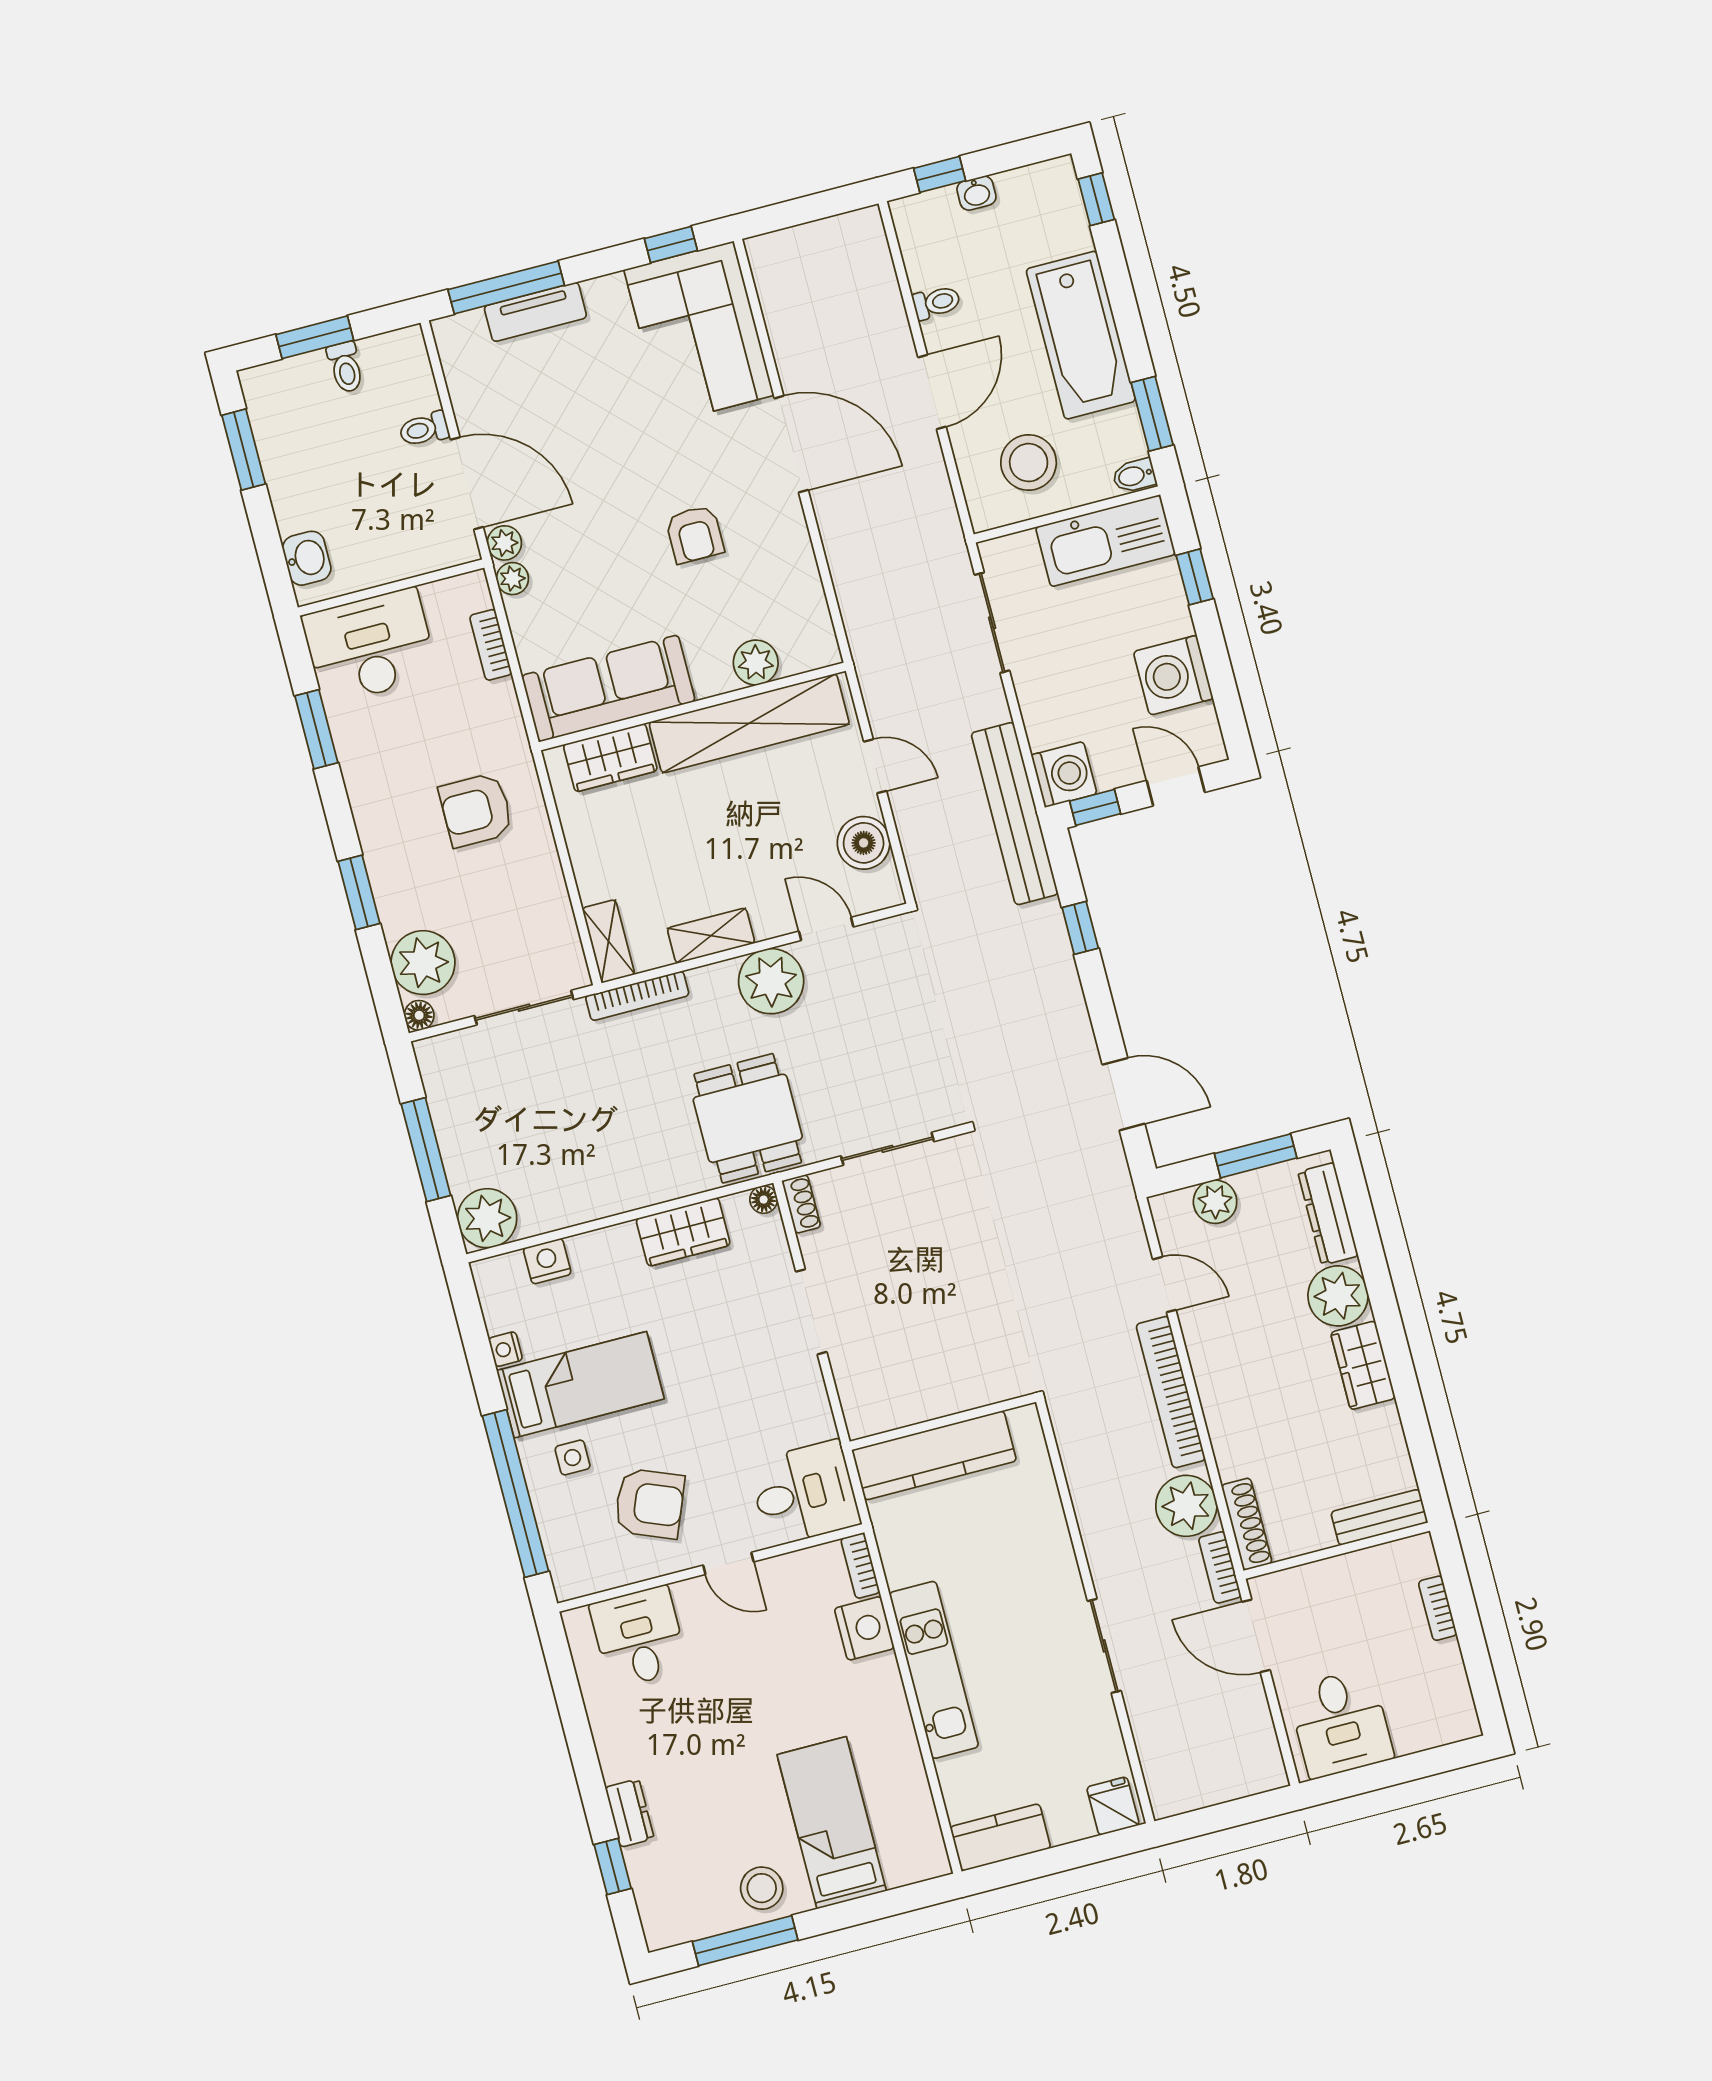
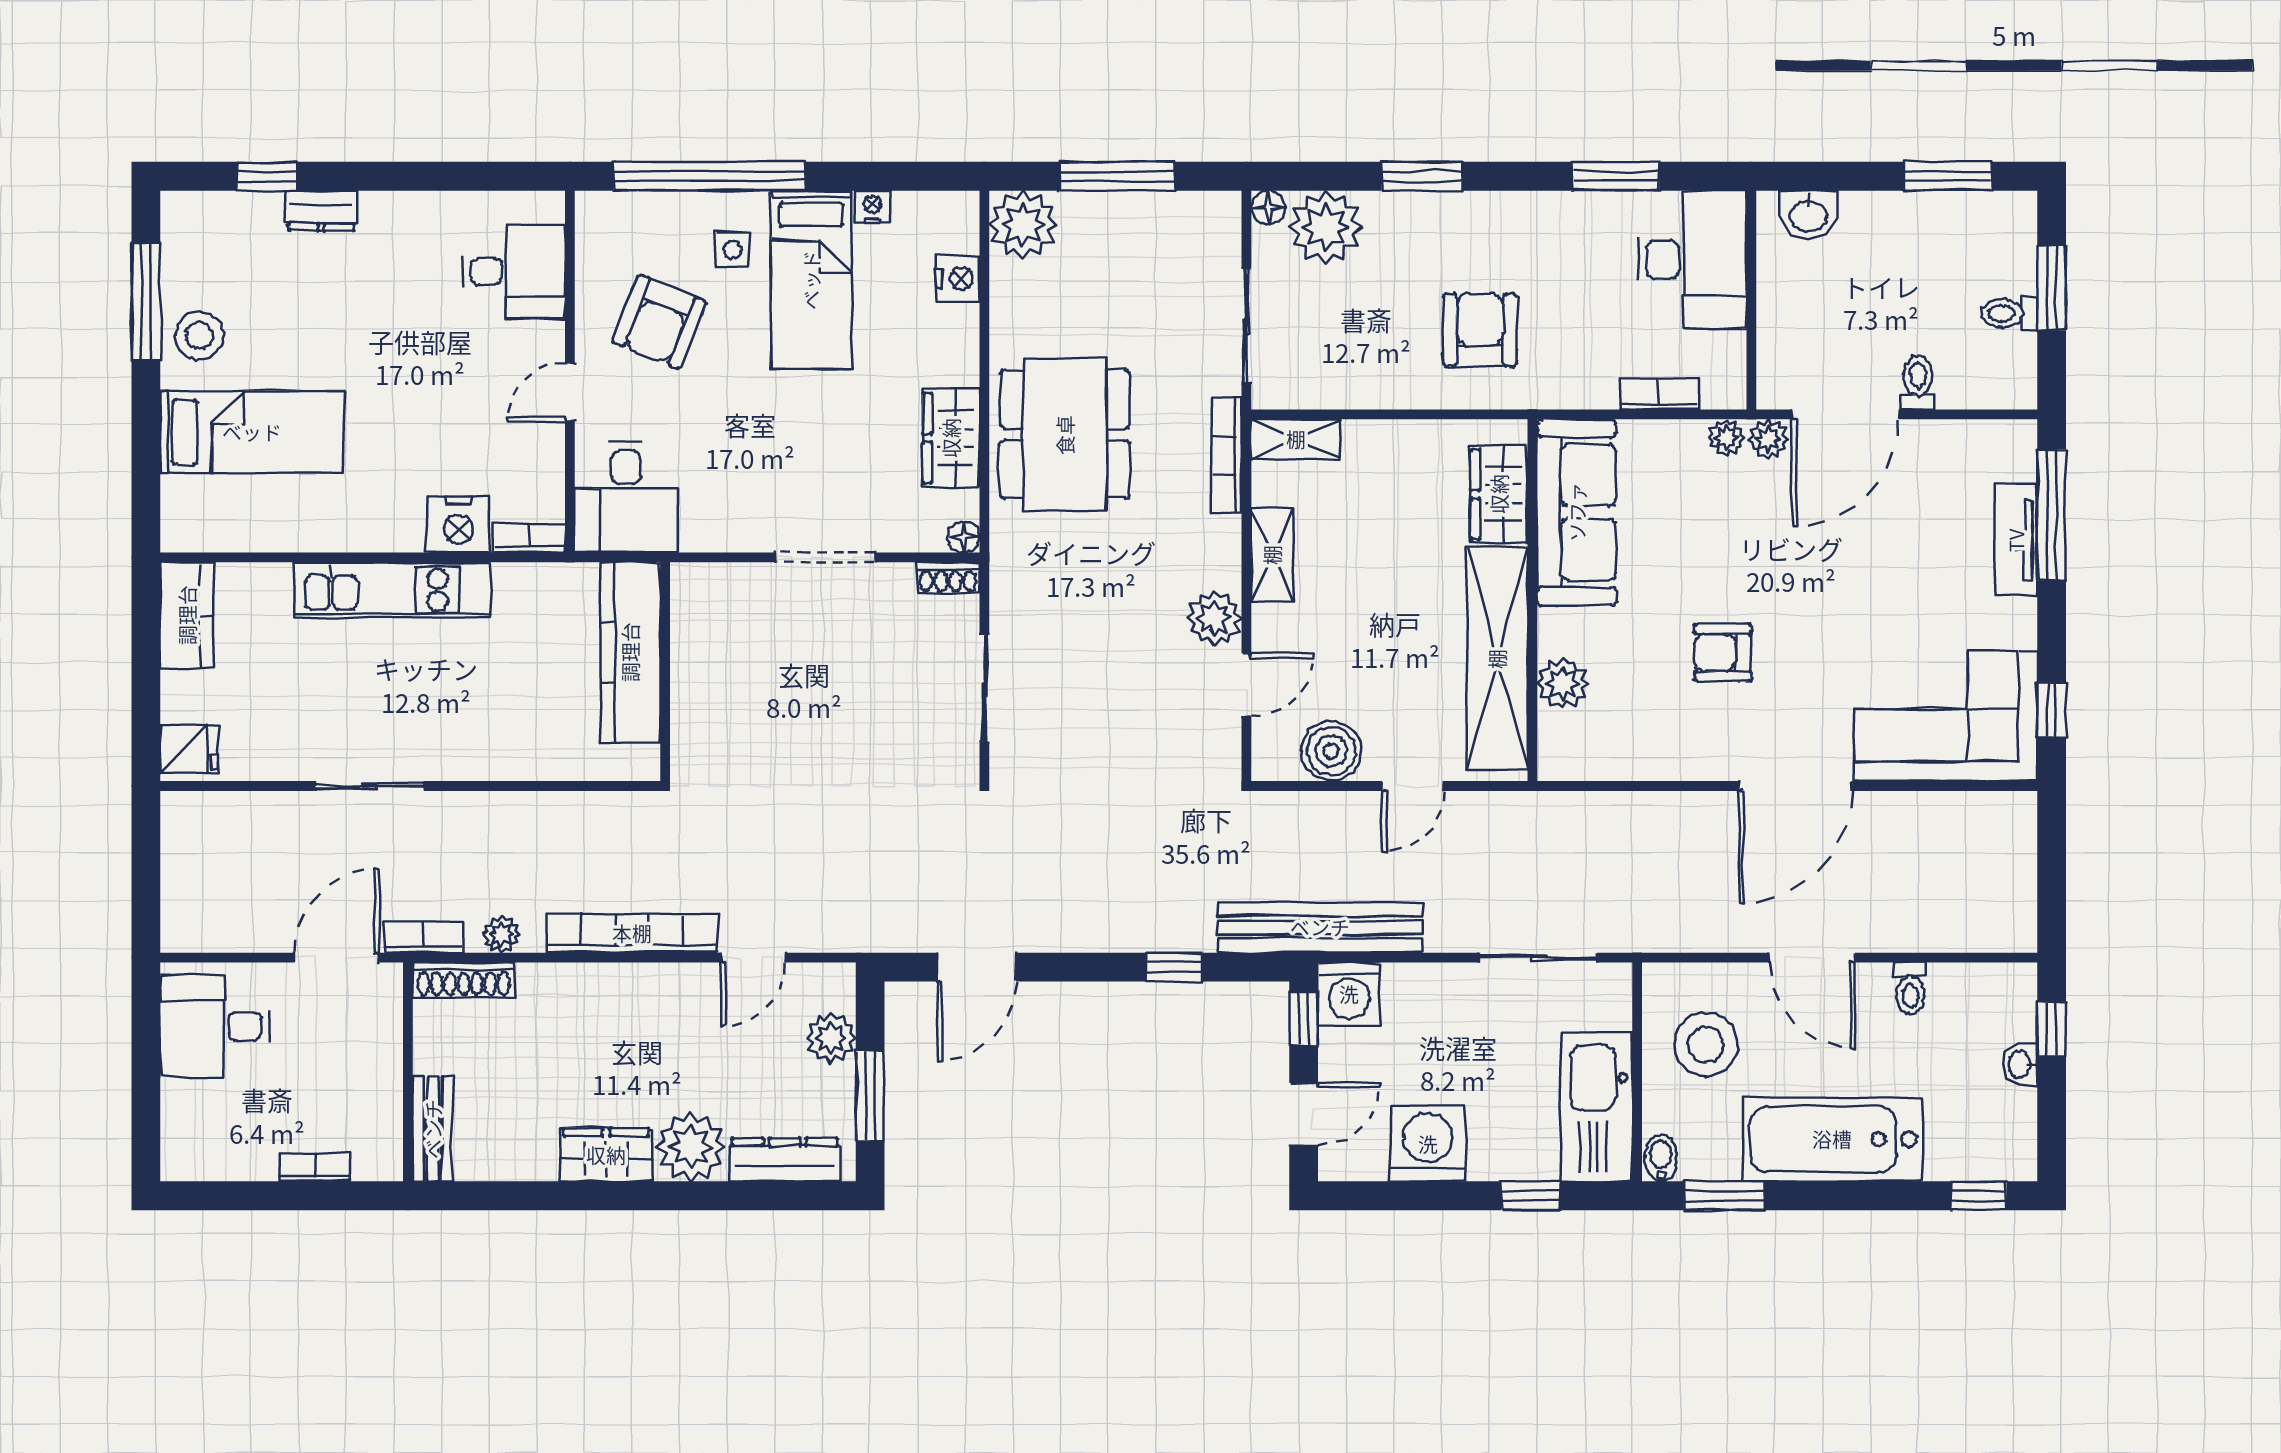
plant: (771, 981) -> (1214, 618), width x0.73, depth x0.73
dining table: (748, 1118) -> (1065, 435), moved, width x1.38
plant: (1186, 1506) -> (501, 934), width x0.53, depth x0.53

